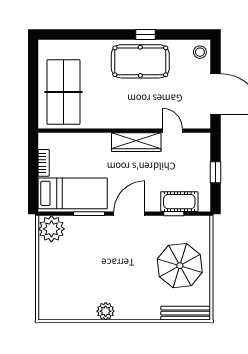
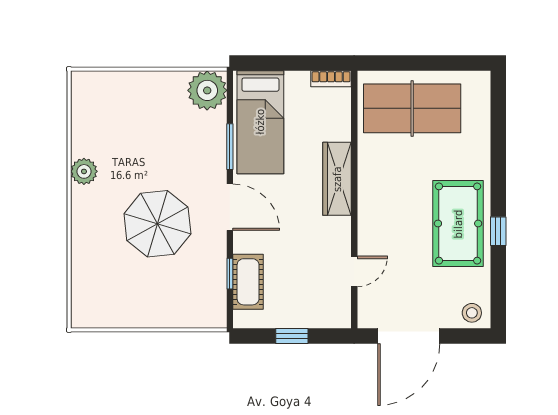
wardrobe: (136, 142) -> (337, 179), moved
bookcase: (44, 163) -> (331, 79), moved
parasol: (180, 266) -> (157, 224), moved
bench: (186, 313) -> (81, 291), removed

